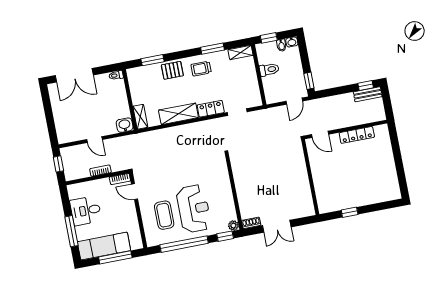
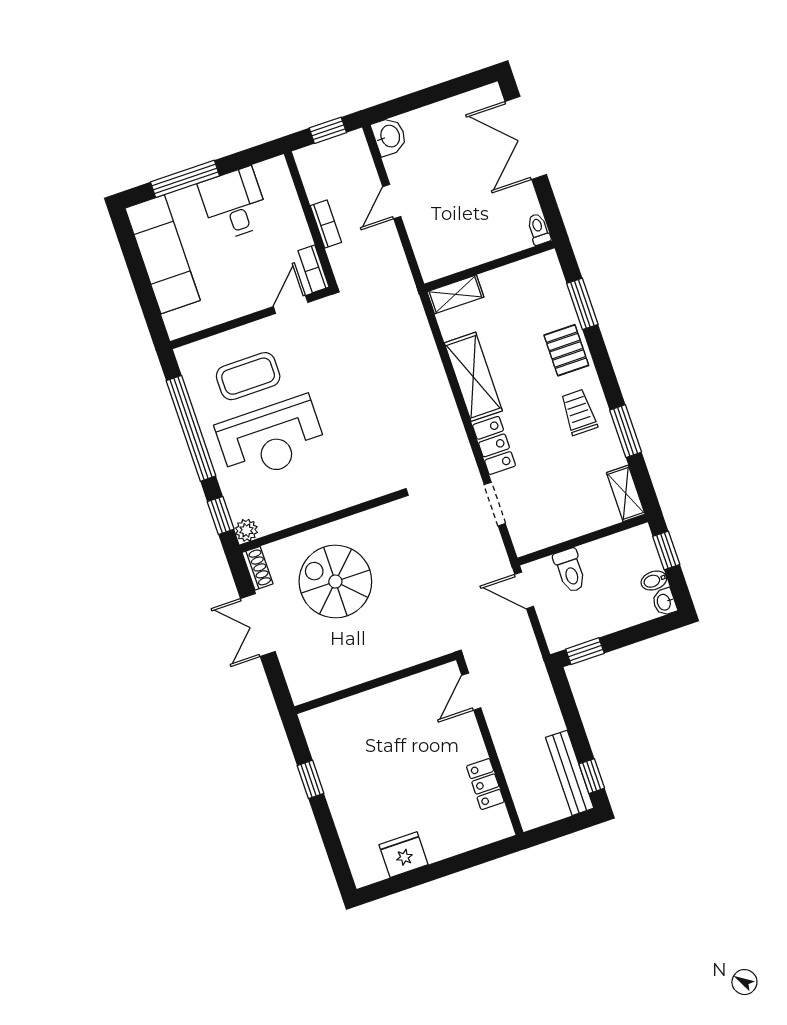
toilet: (269, 70) -> (570, 570), moved
bench: (368, 94) -> (570, 773), width x1.36
door: (294, 101) -> (524, 590), moved
washbasin: (125, 125) -> (389, 136), moved
locker: (357, 135) -> (485, 784), width x0.66
fridge: (389, 175) -> (404, 855), added
spiral stairs: (262, 189) -> (335, 582), added
window: (115, 257) -> (141, 282), removed

